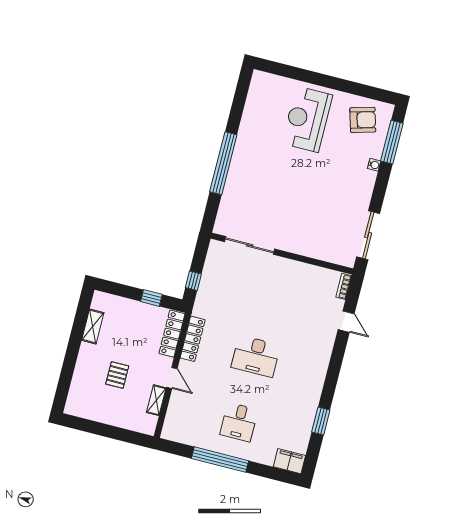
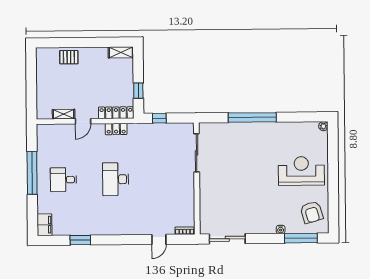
plant: (258, 76) -> (323, 126), added
shelving: (93, 326) -> (121, 52), moved
locker: (193, 339) -> (116, 129), width x0.66
pallet: (117, 375) -> (69, 57), moved

